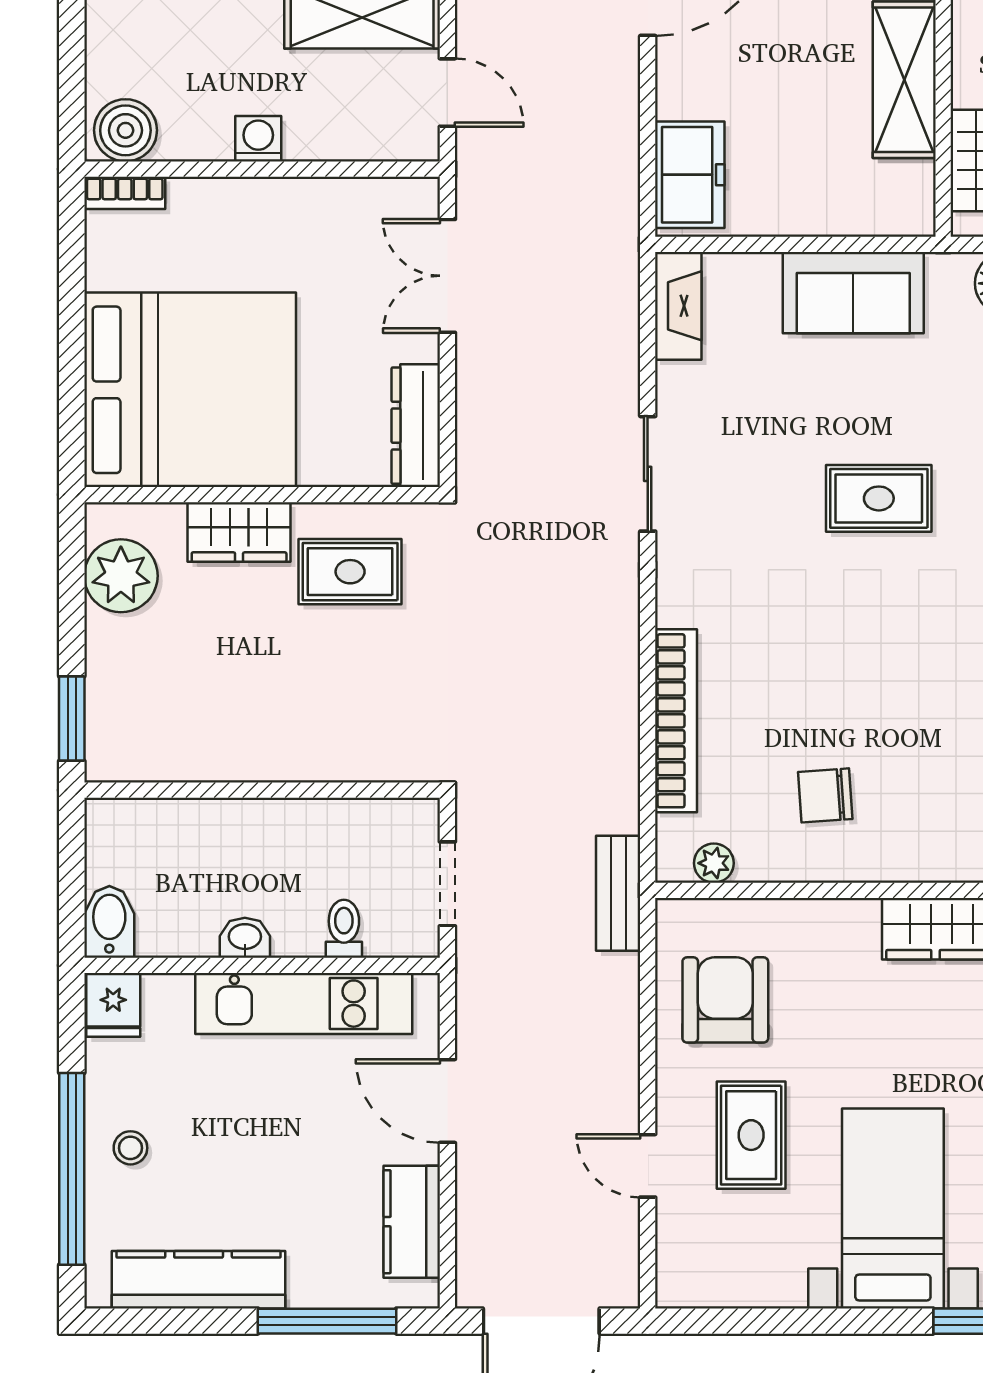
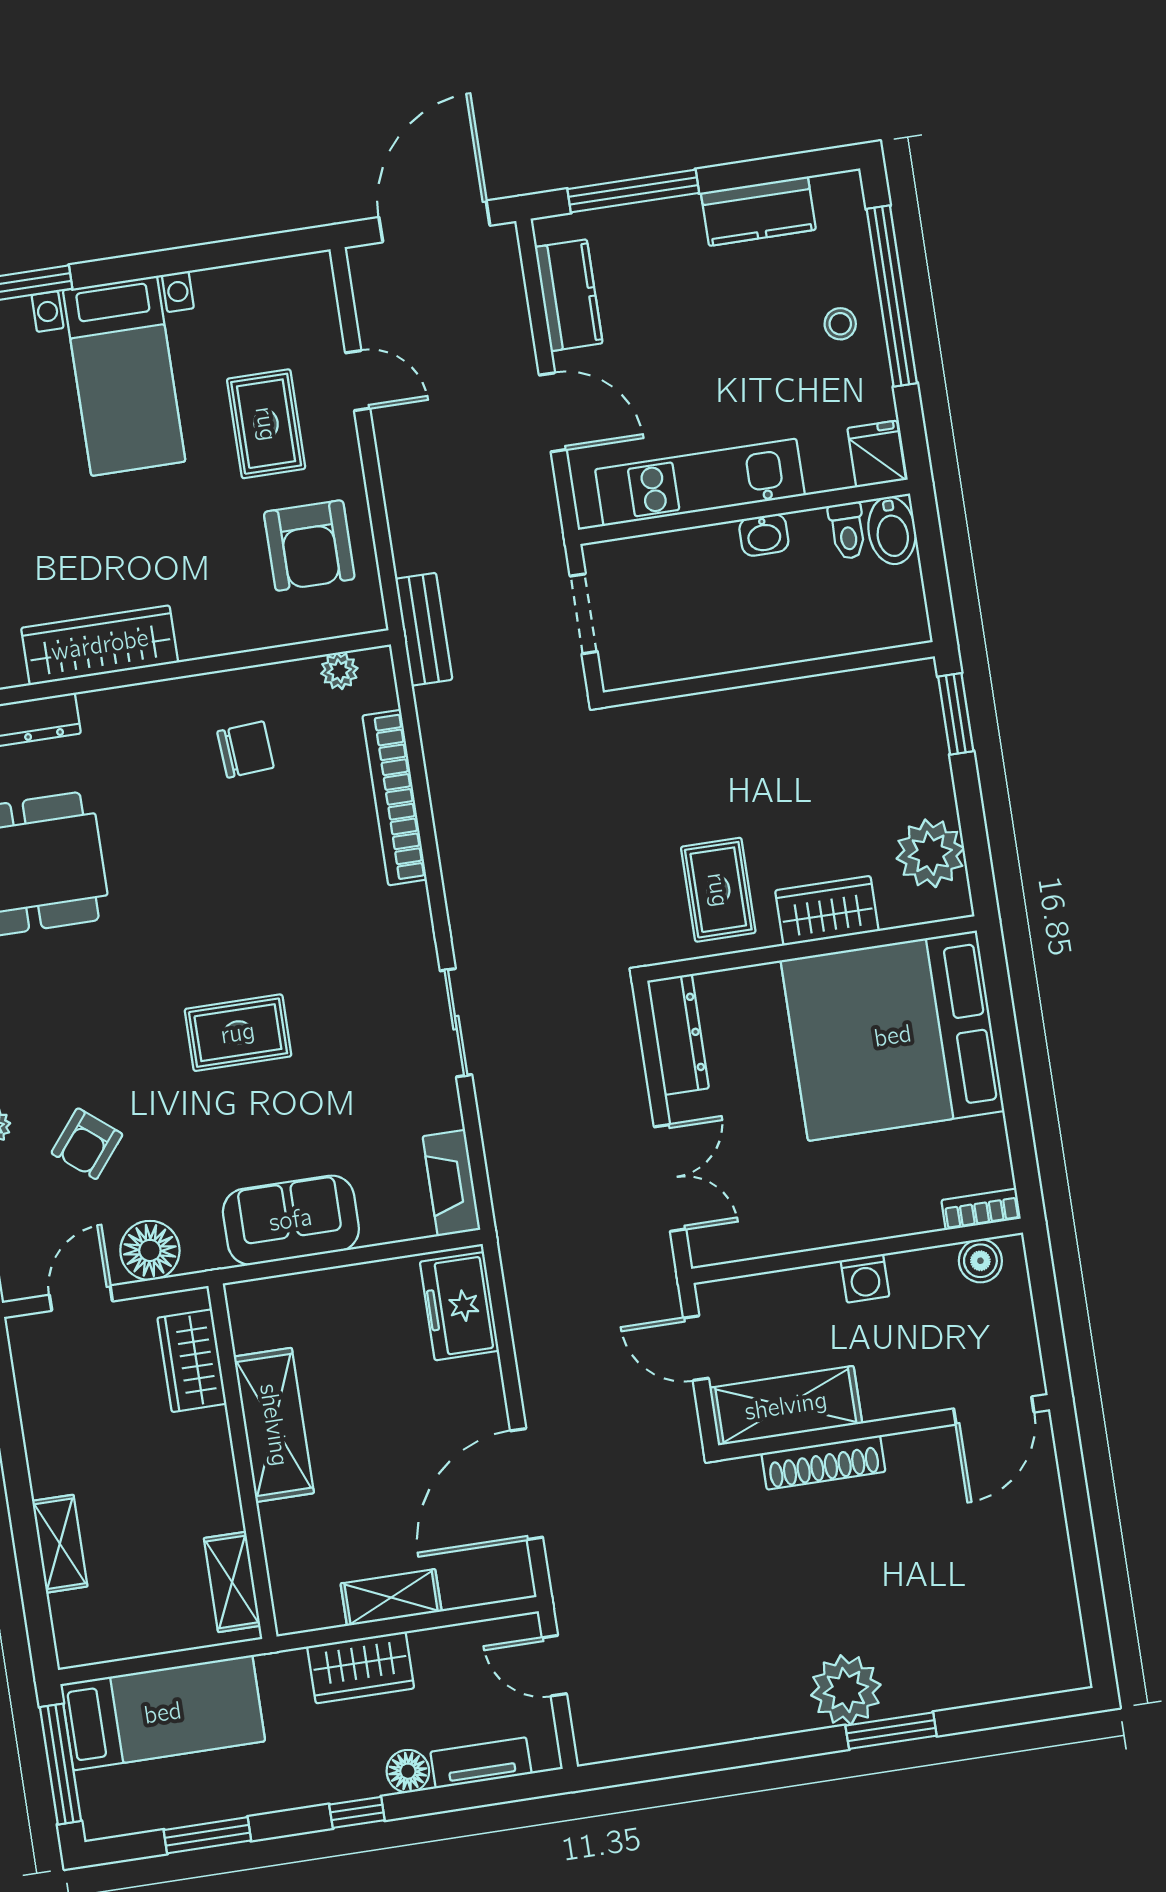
boiler: (125, 130) -> (980, 1261), width x0.73, depth x0.73
rug: (350, 572) -> (718, 890), turned 90
toilet: (344, 929) -> (848, 531), moved
kitchen counter: (199, 1280) -> (758, 211), width x0.67

